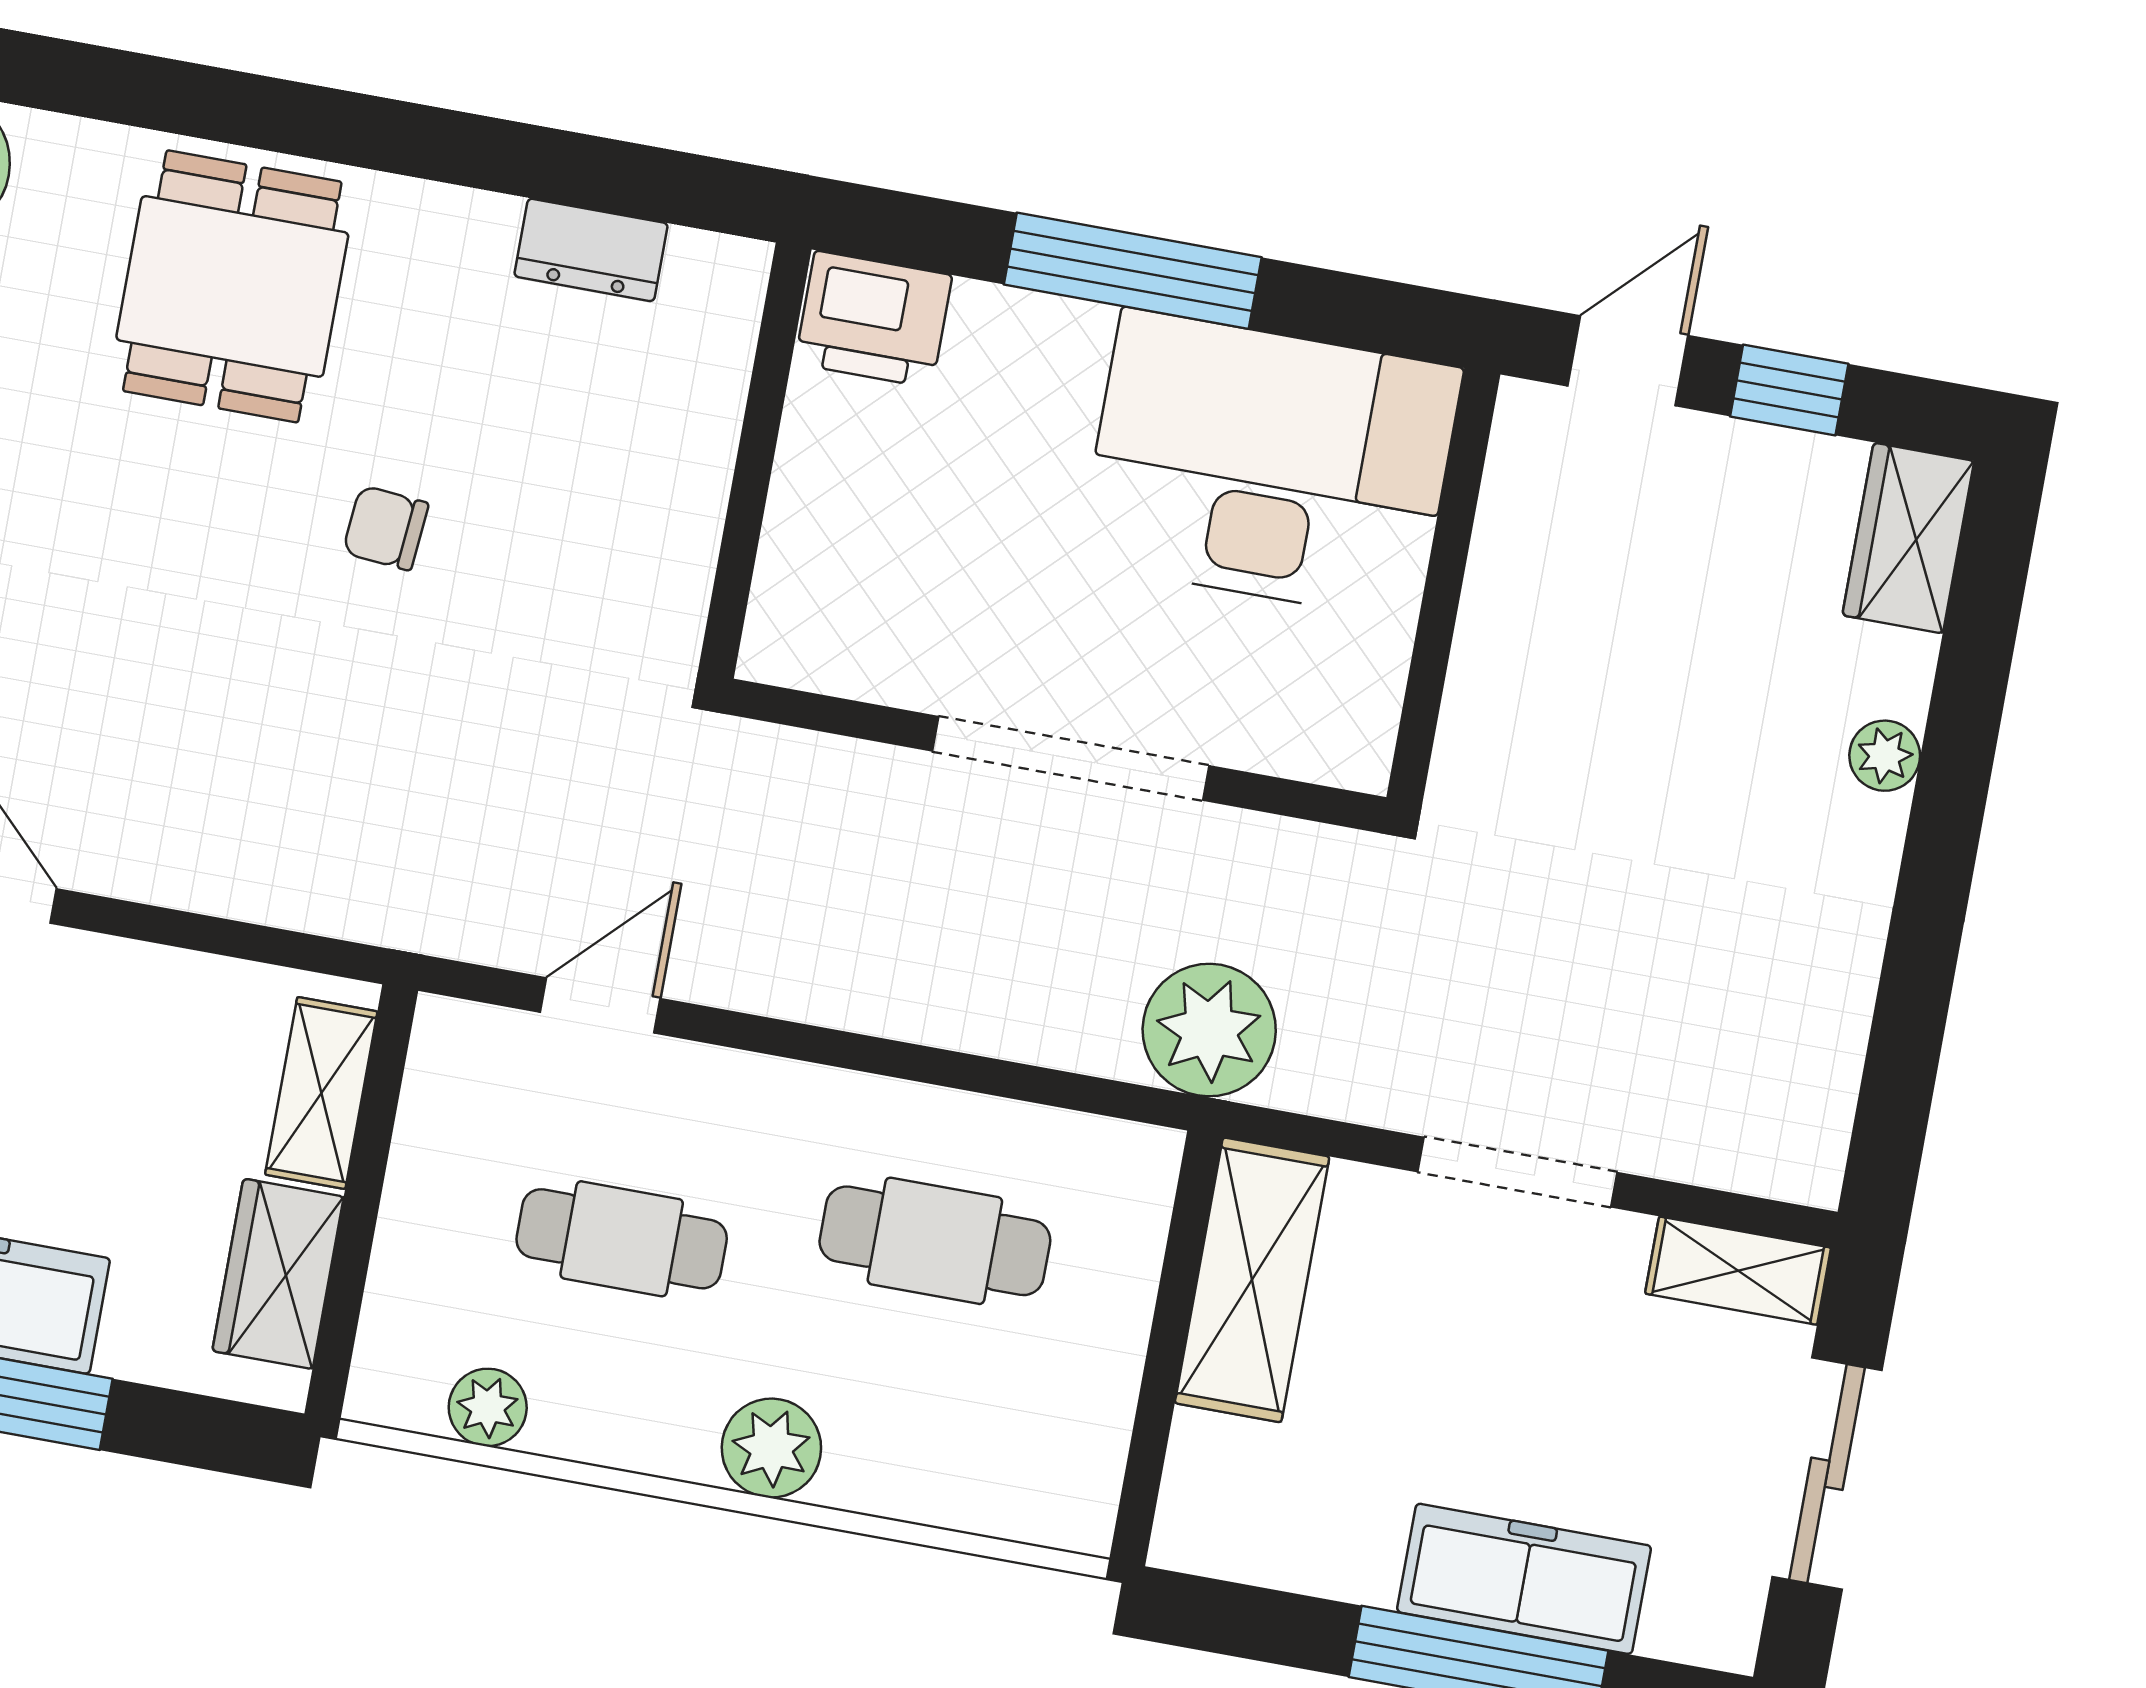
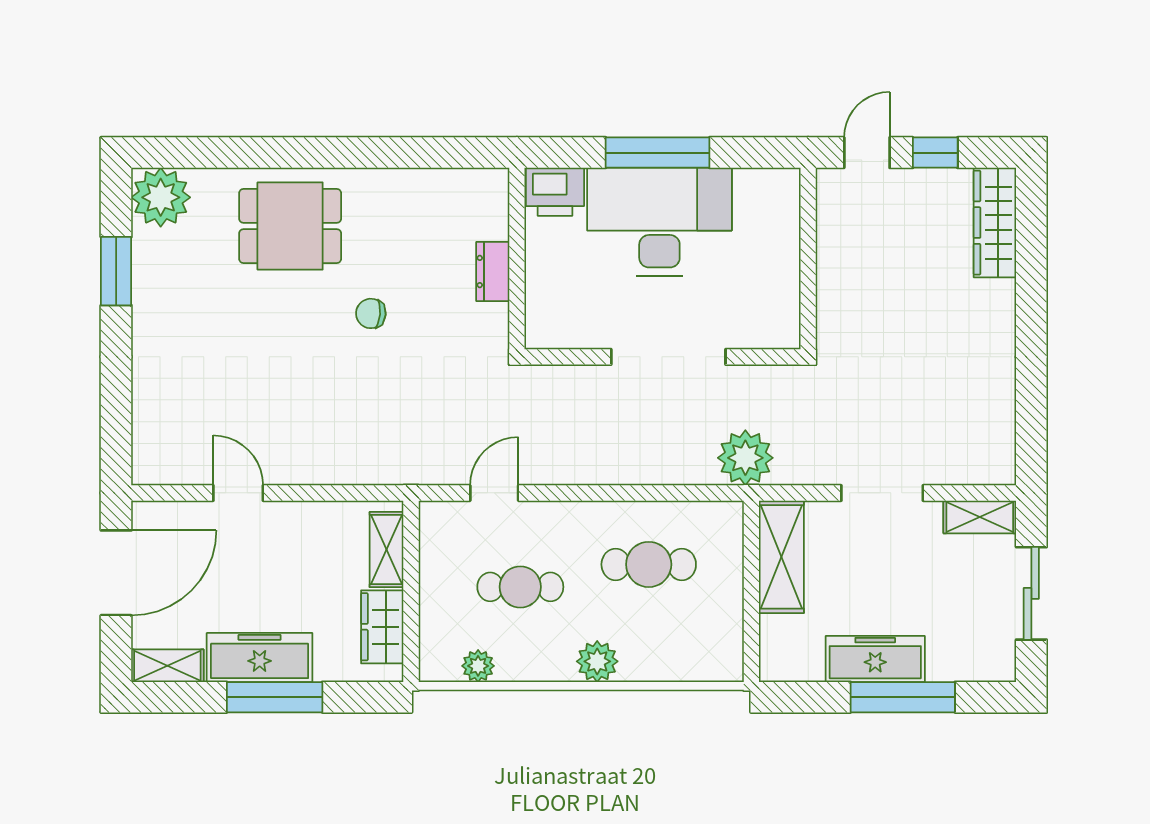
dresser: (591, 250) -> (493, 271), moved, turned 90
dining table: (232, 286) -> (290, 226), turned 90
desk: (1270, 465) -> (659, 222), moved
wardrobe: (1908, 538) -> (995, 223), width x1.50
plant: (1885, 756) -> (1001, 295), removed
freezer: (1524, 1579) -> (875, 659), moved

